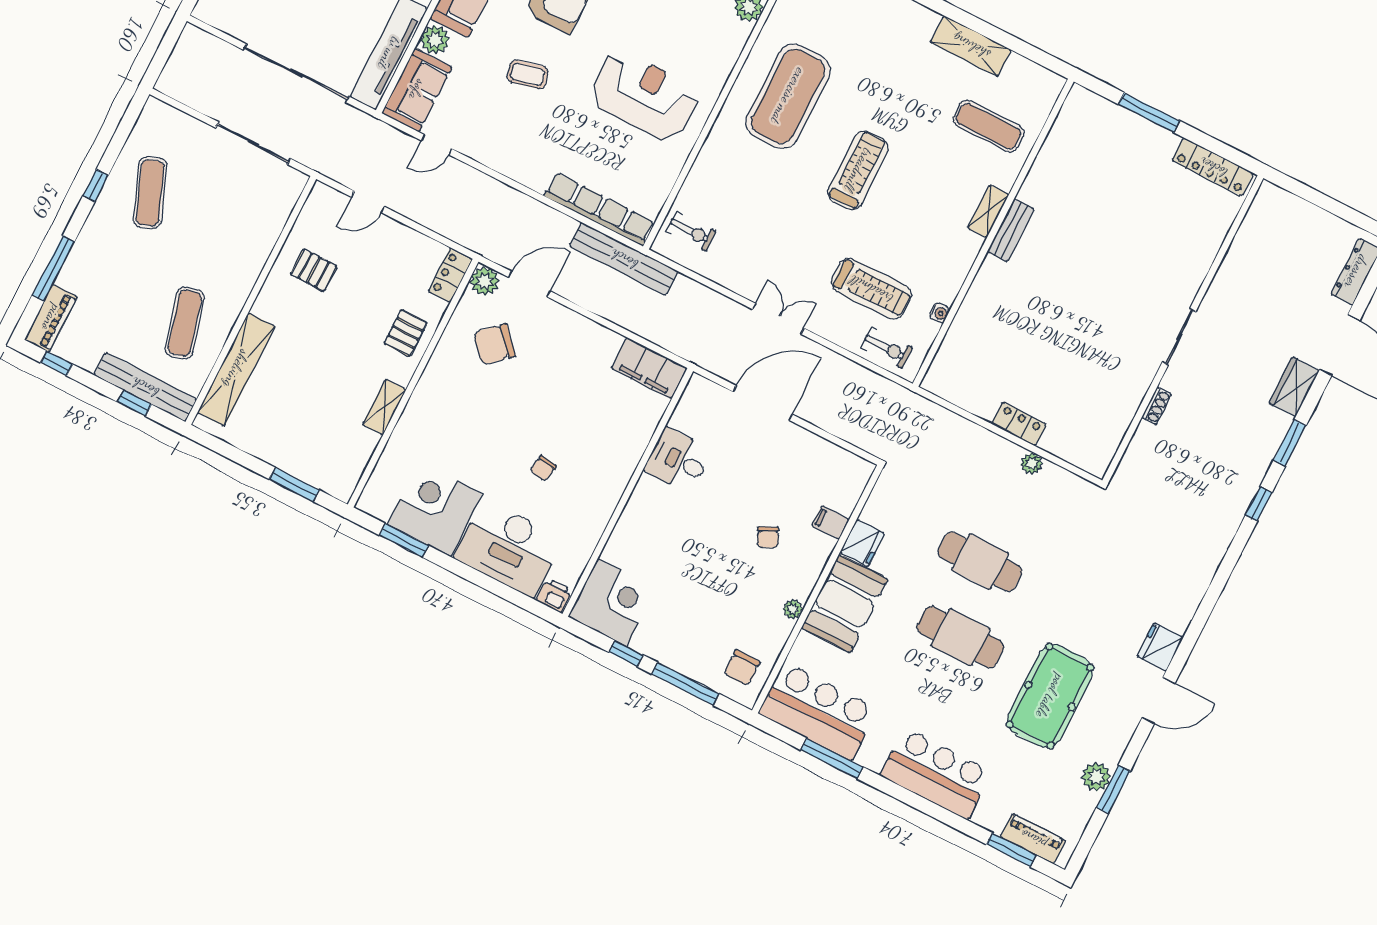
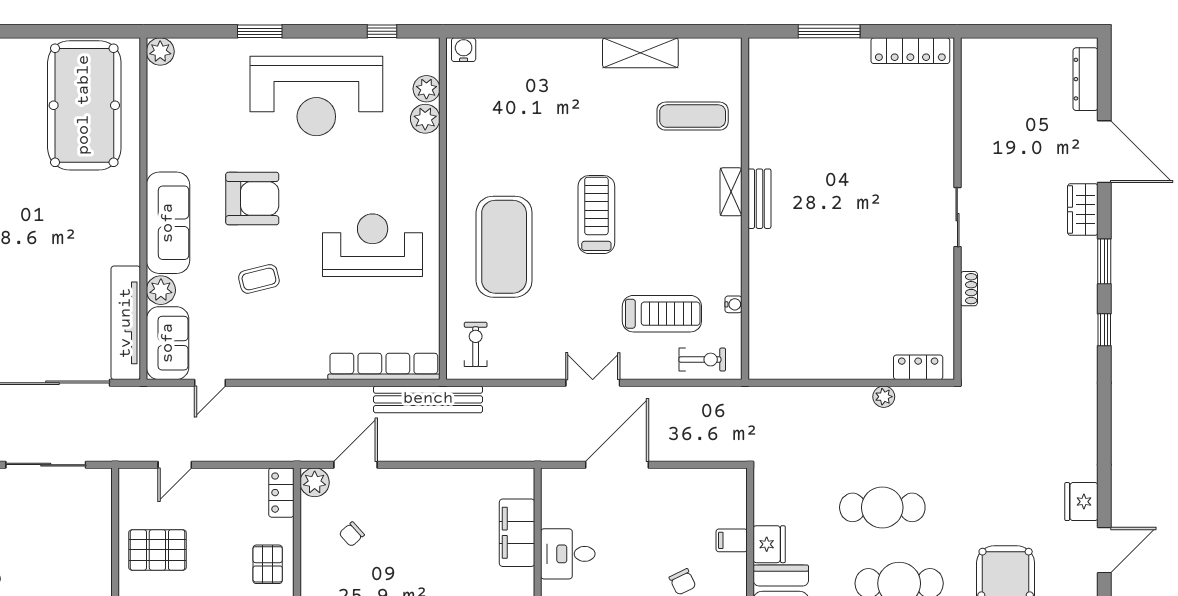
exercise mat: (788, 96) -> (504, 247), moved
exercise bike: (691, 231) -> (476, 344), turned -90
pallet: (314, 270) -> (157, 550), width x1.50, depth x1.42
chair: (494, 344) -> (352, 534), width x0.54, depth x0.54
filing cabinet: (649, 368) -> (517, 533), moved, turned 90
locker: (1019, 424) -> (918, 367), moved

